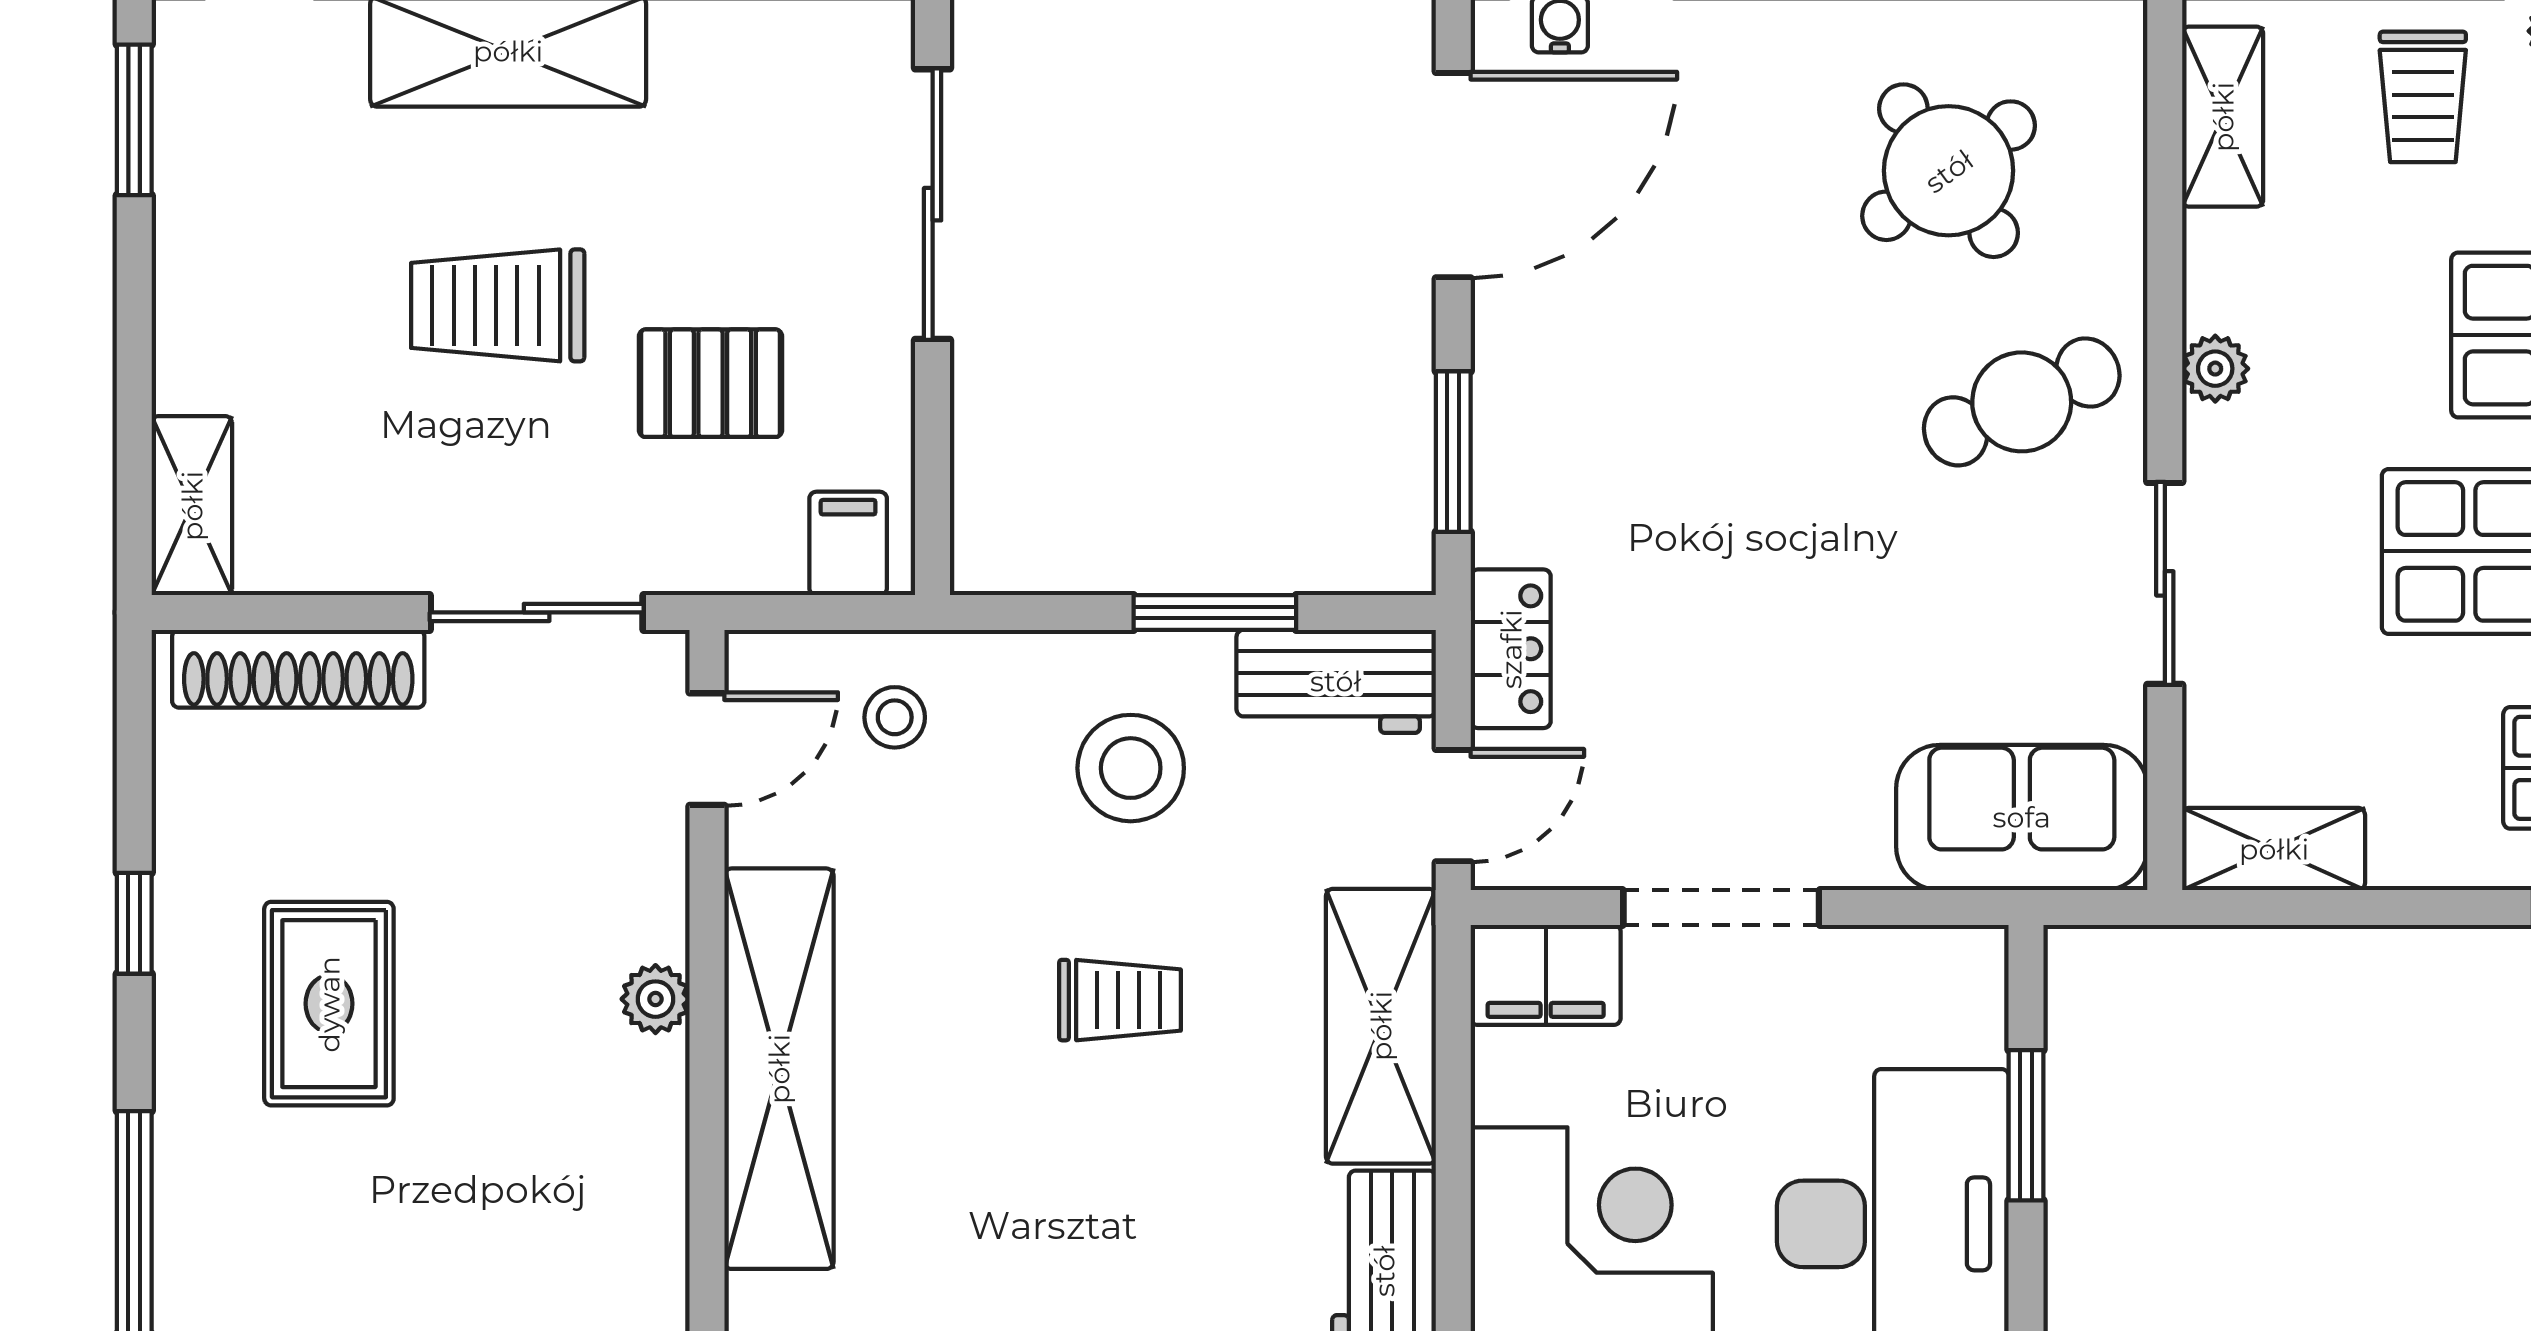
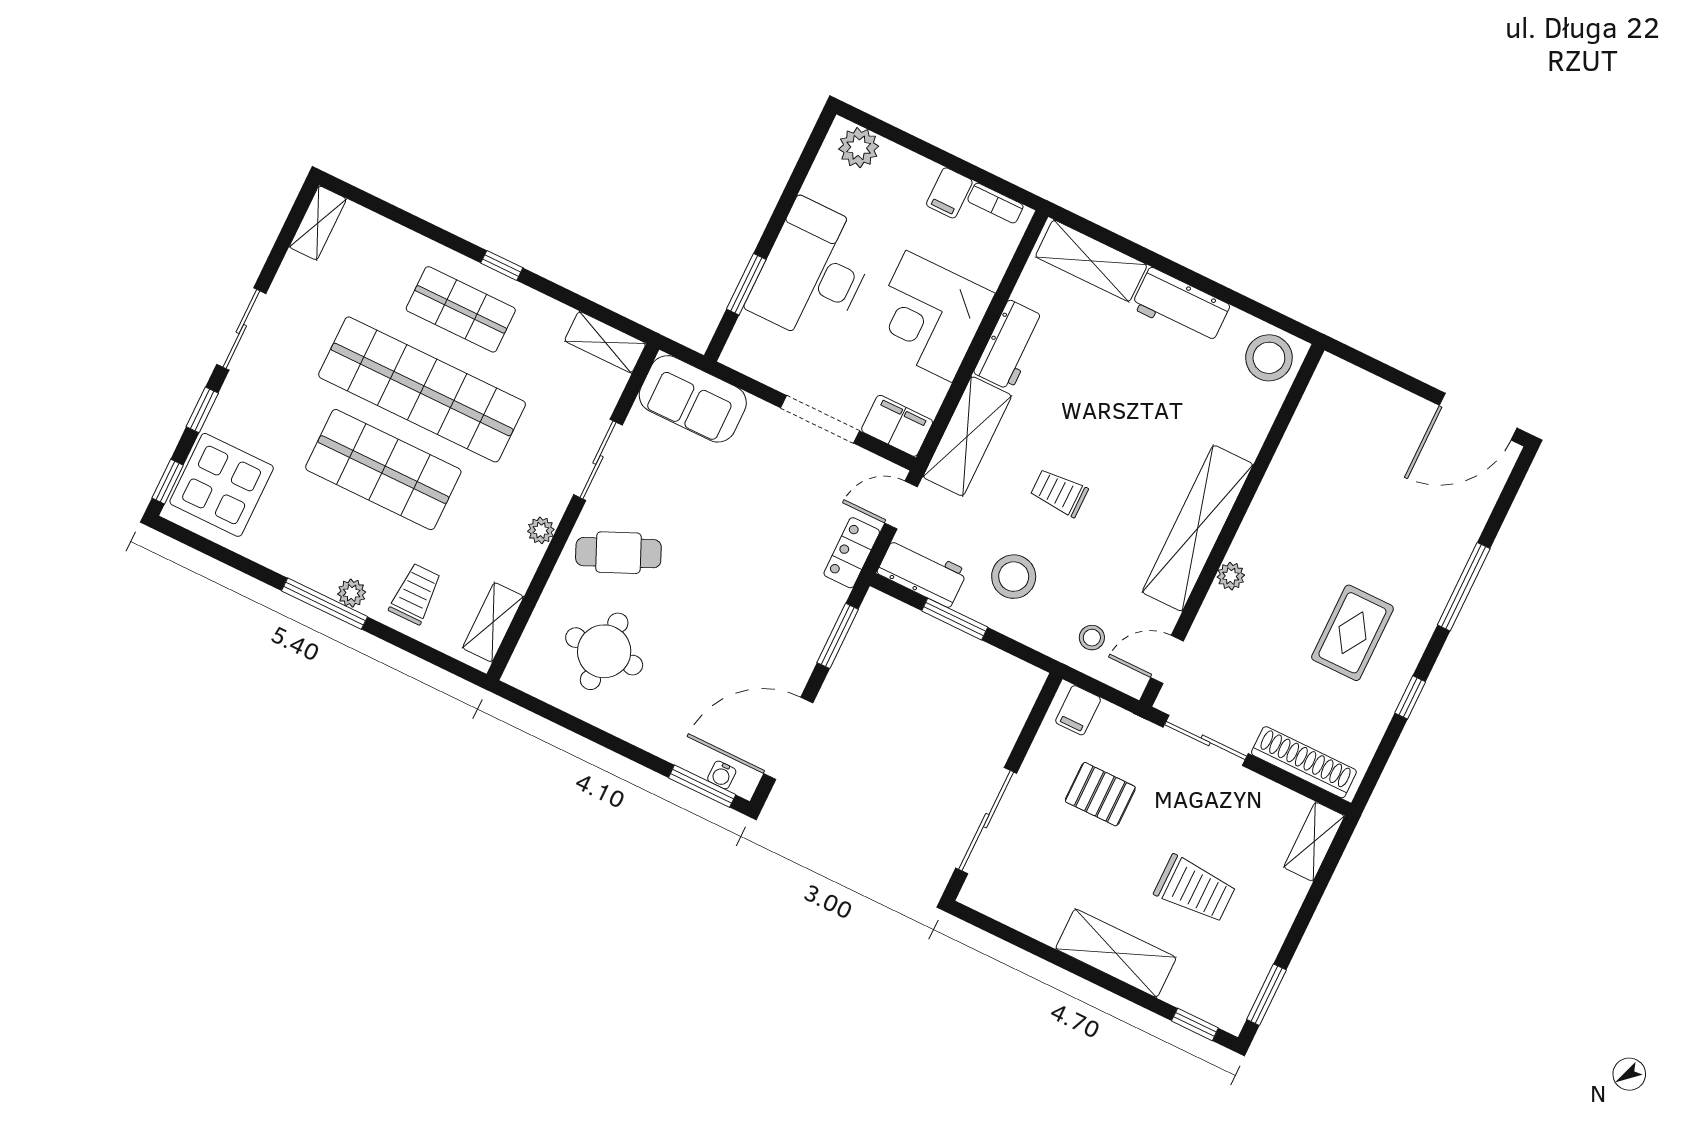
round table: (1949, 171) -> (604, 651), turned 36
trolley: (498, 305) -> (1195, 889), moved

